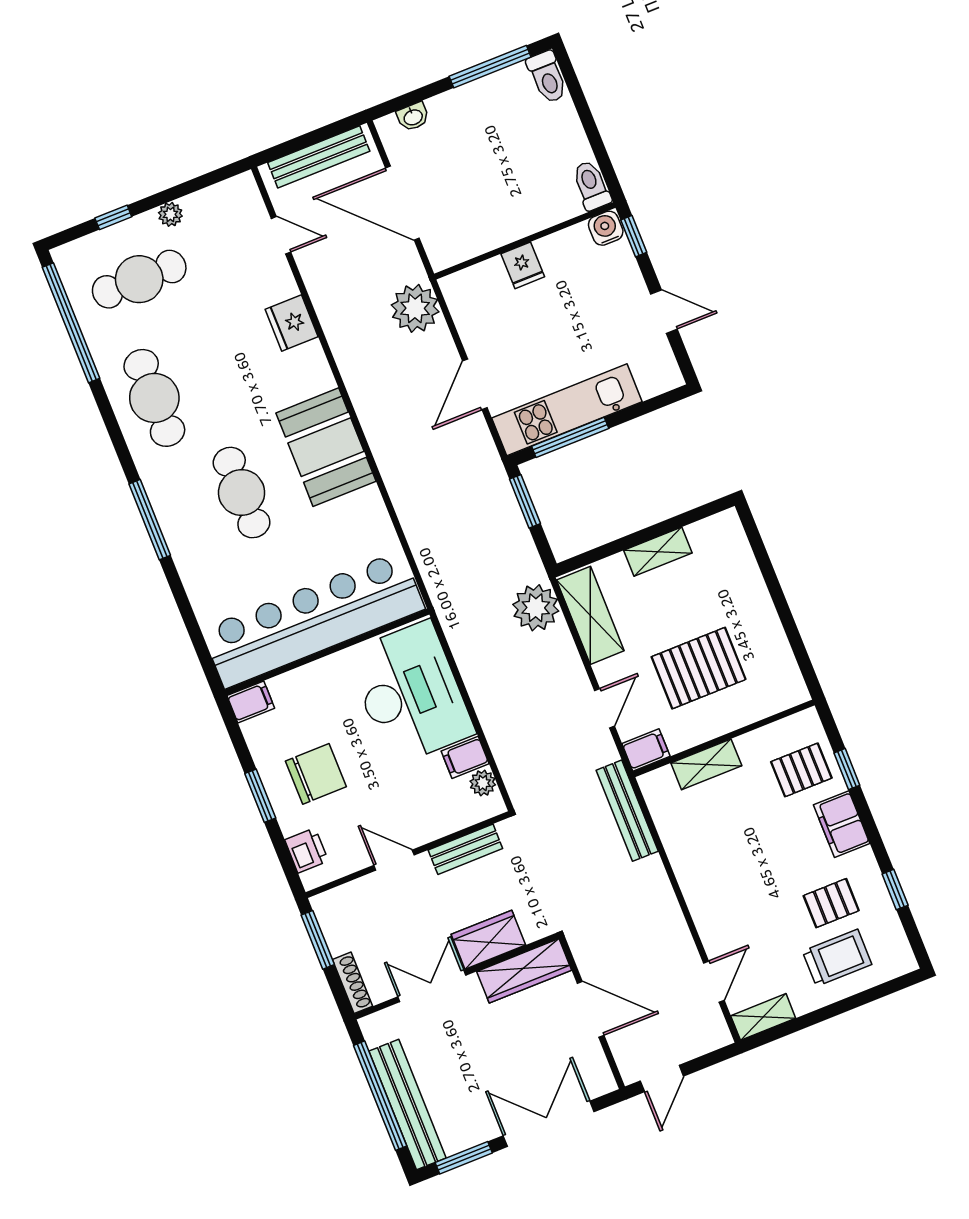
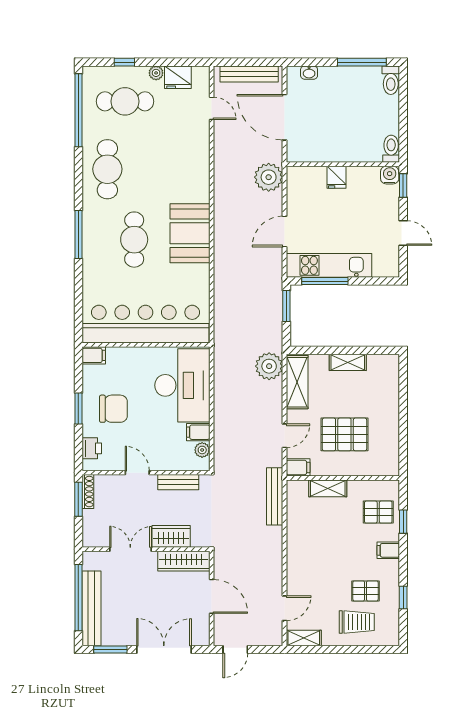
fridge: (292, 323) -> (178, 77), moved, turned -90
filing cabinet: (842, 824) -> (388, 550), width x0.50
shoe rack: (352, 983) -> (88, 492), moved

